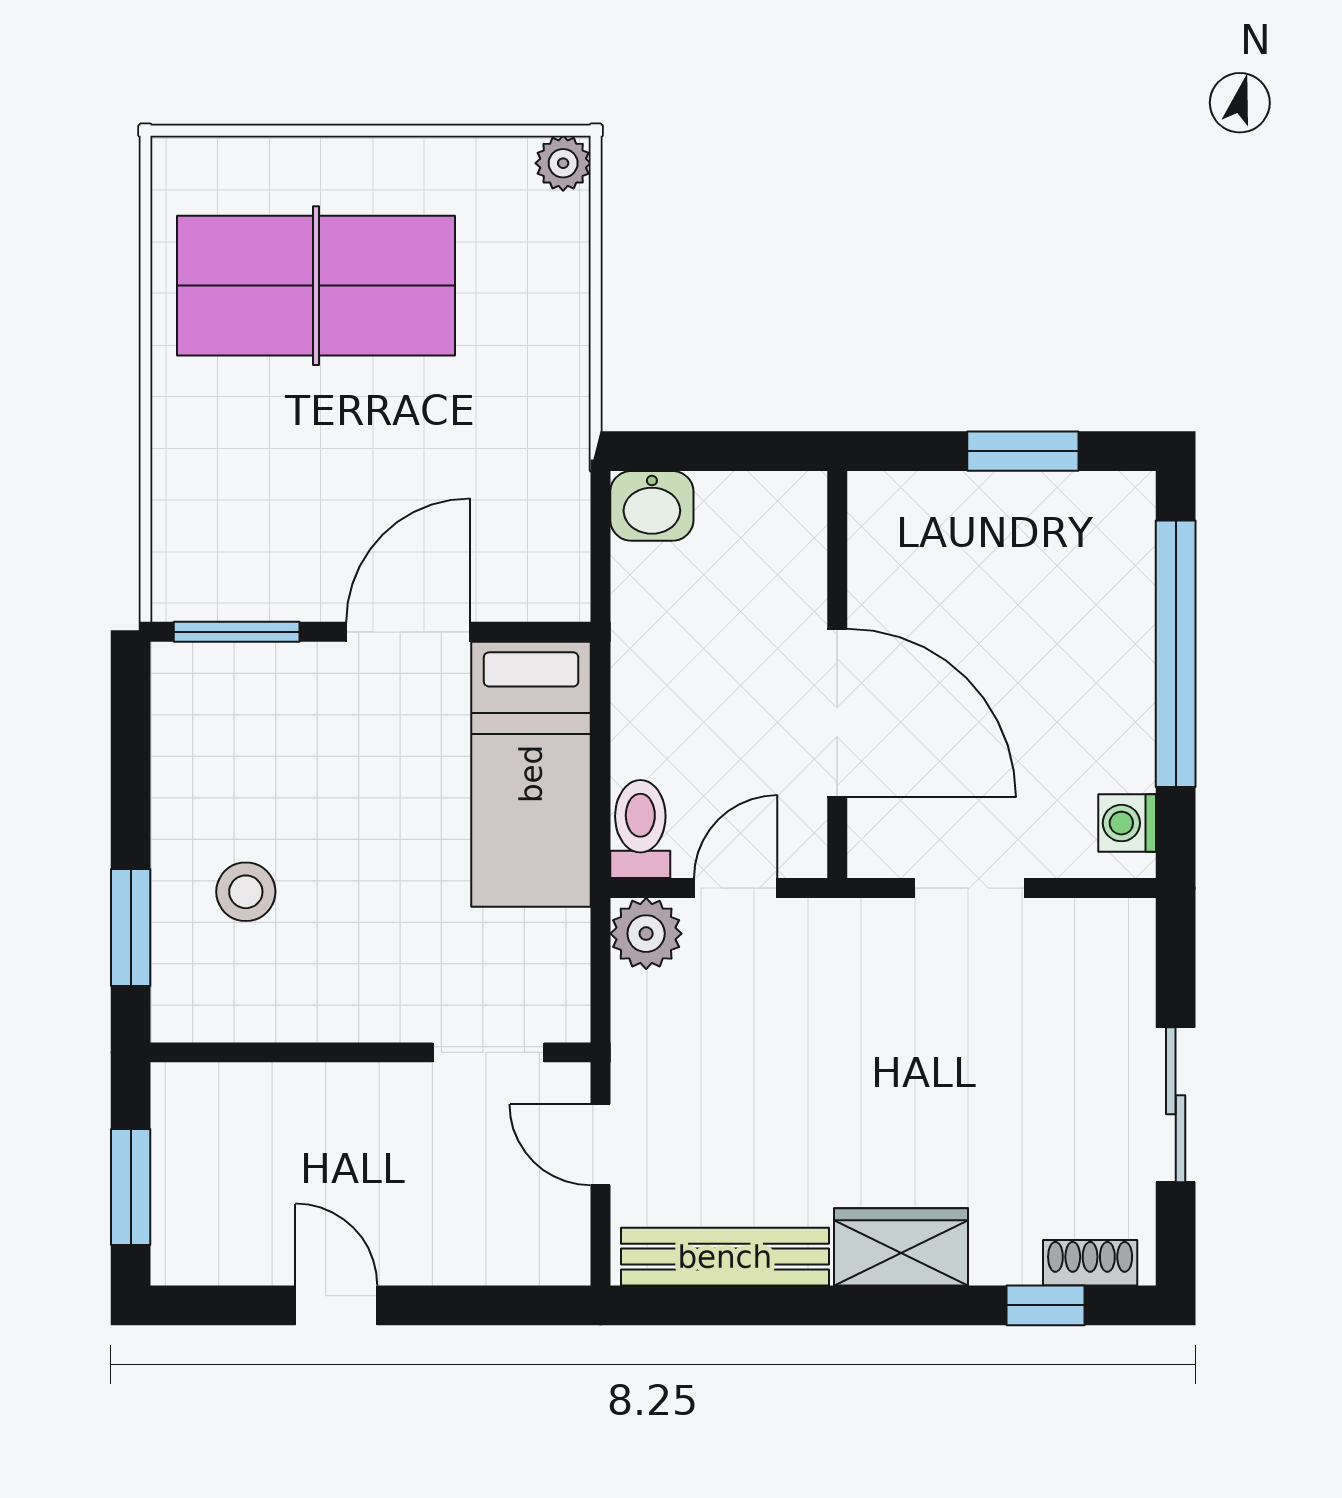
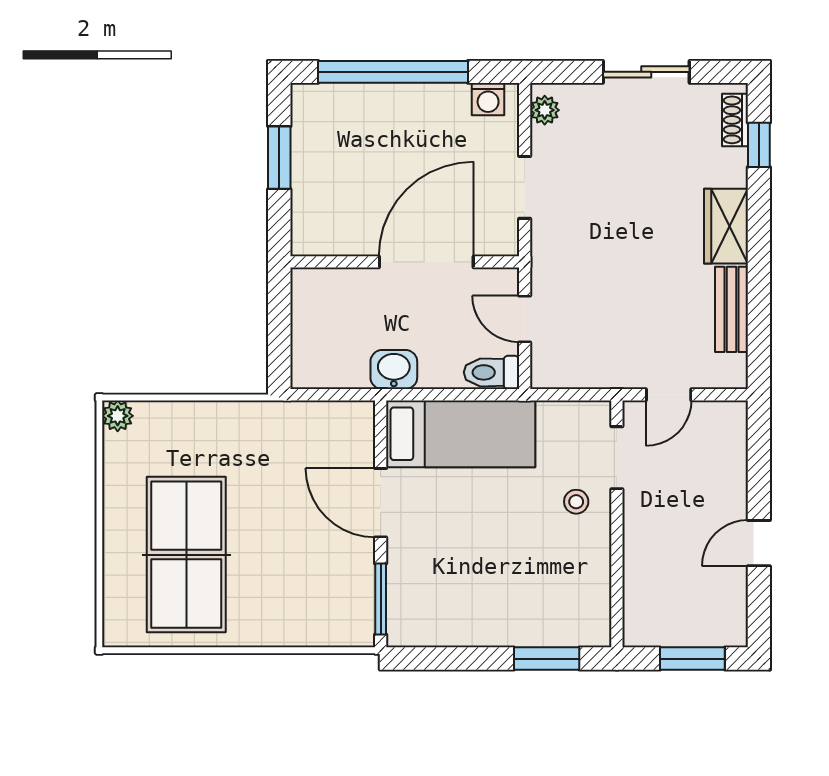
washbasin: (652, 506) -> (394, 370), moved, turned -90
stool: (246, 892) -> (576, 502), moved, width x0.73, depth x0.73
plant: (646, 934) -> (545, 110), moved, width x0.73, depth x0.73
bench: (725, 1257) -> (732, 309), width x0.73

